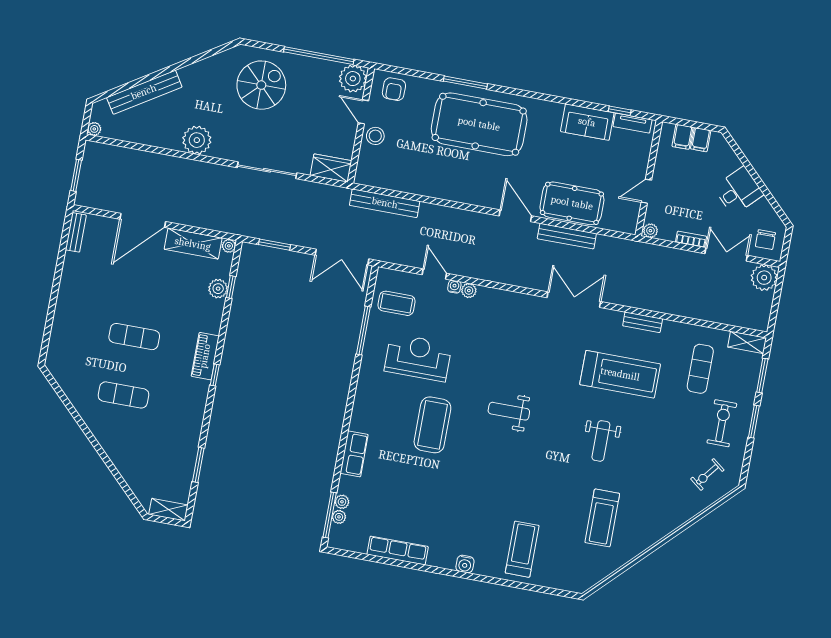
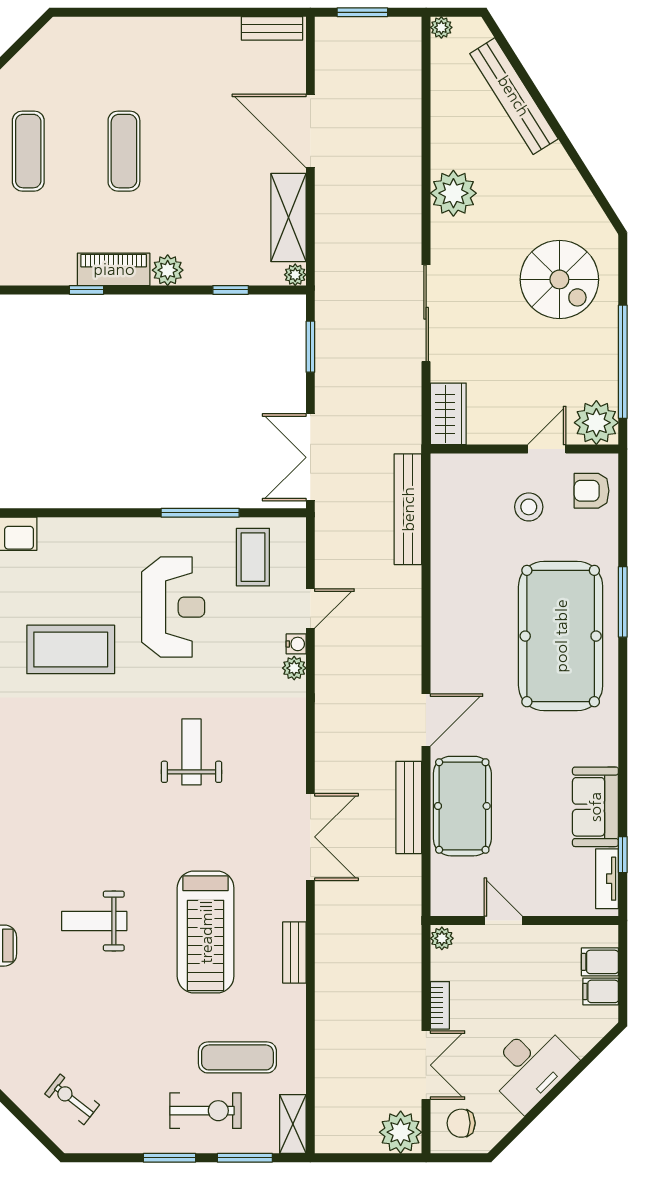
stool: (375, 136) -> (529, 507), moved
desk: (739, 191) -> (531, 1066), width x1.37
plant: (218, 289) -> (168, 270), moved
weight bench: (509, 411) -> (191, 752), moved
exercise bike: (722, 423) -> (205, 1111), moved

